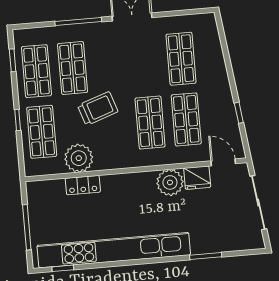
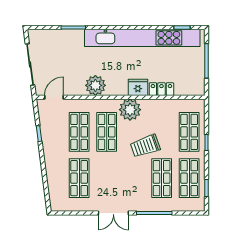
plant: (79, 158) -> (130, 110), moved
door: (223, 162) -> (54, 97), swing flipped
fridge: (197, 178) -> (138, 87), moved

